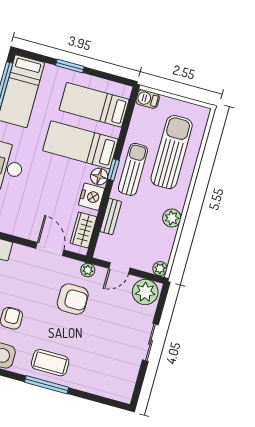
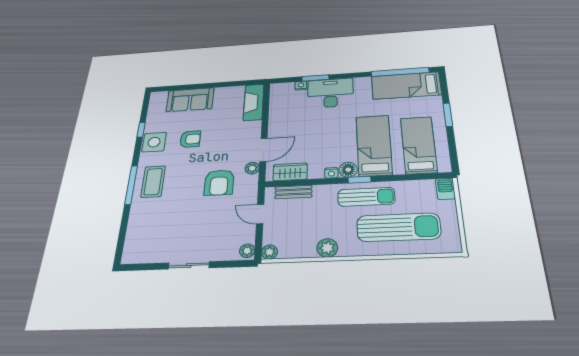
nightstand: (92, 197) -> (331, 173), width x0.53, depth x0.56
bench: (111, 217) -> (293, 192), moved
plant: (88, 270) -> (252, 168), moved
plant: (145, 292) -> (247, 251), width x0.53, depth x0.53

